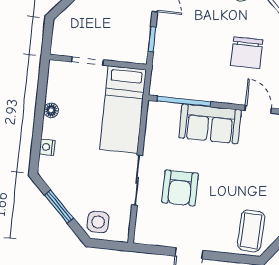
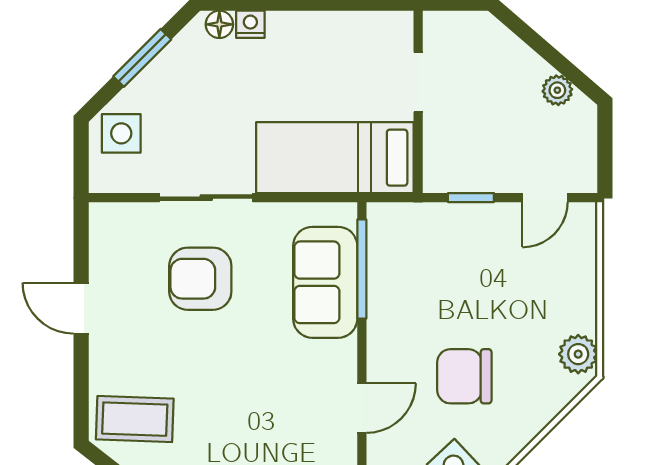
floor lamp: (51, 110) -> (219, 24), moved
sofa: (210, 124) -> (325, 282), moved

